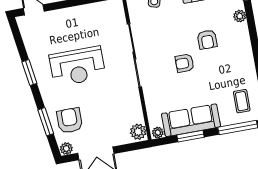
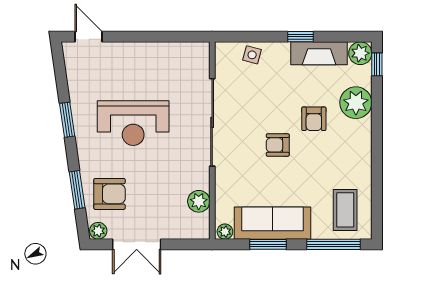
plant: (240, 16) -> (356, 103), width x1.87, depth x1.87
coffee table: (242, 101) -> (345, 210), width x1.36, depth x1.30
armchair: (70, 120) -> (109, 194), turned 90
plant: (138, 132) -> (199, 201), moved

